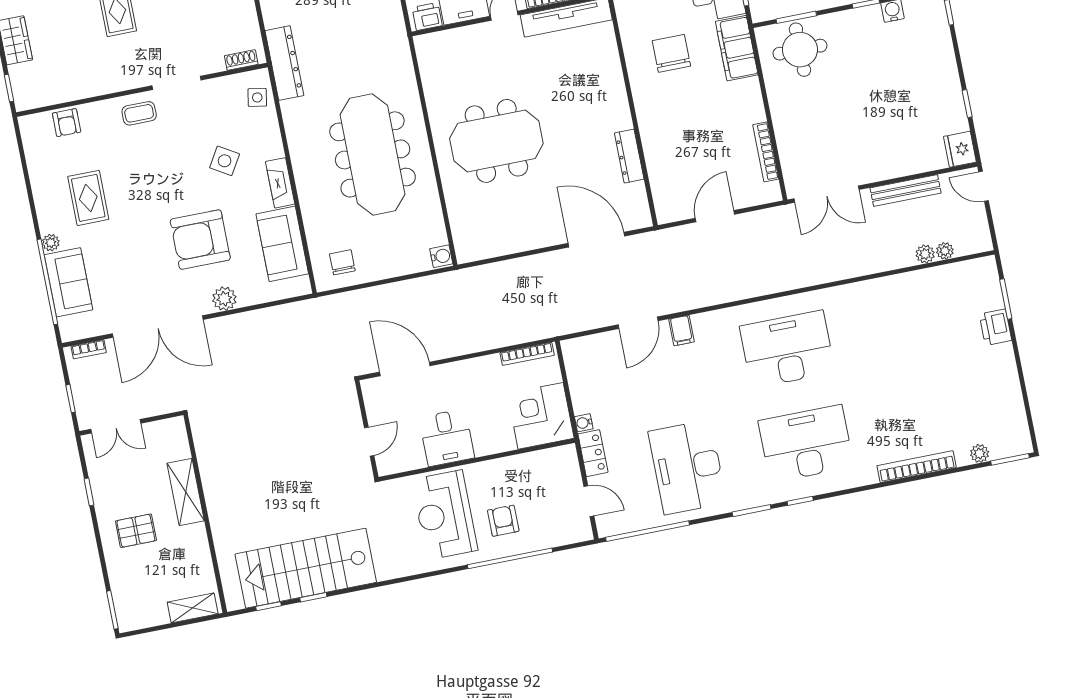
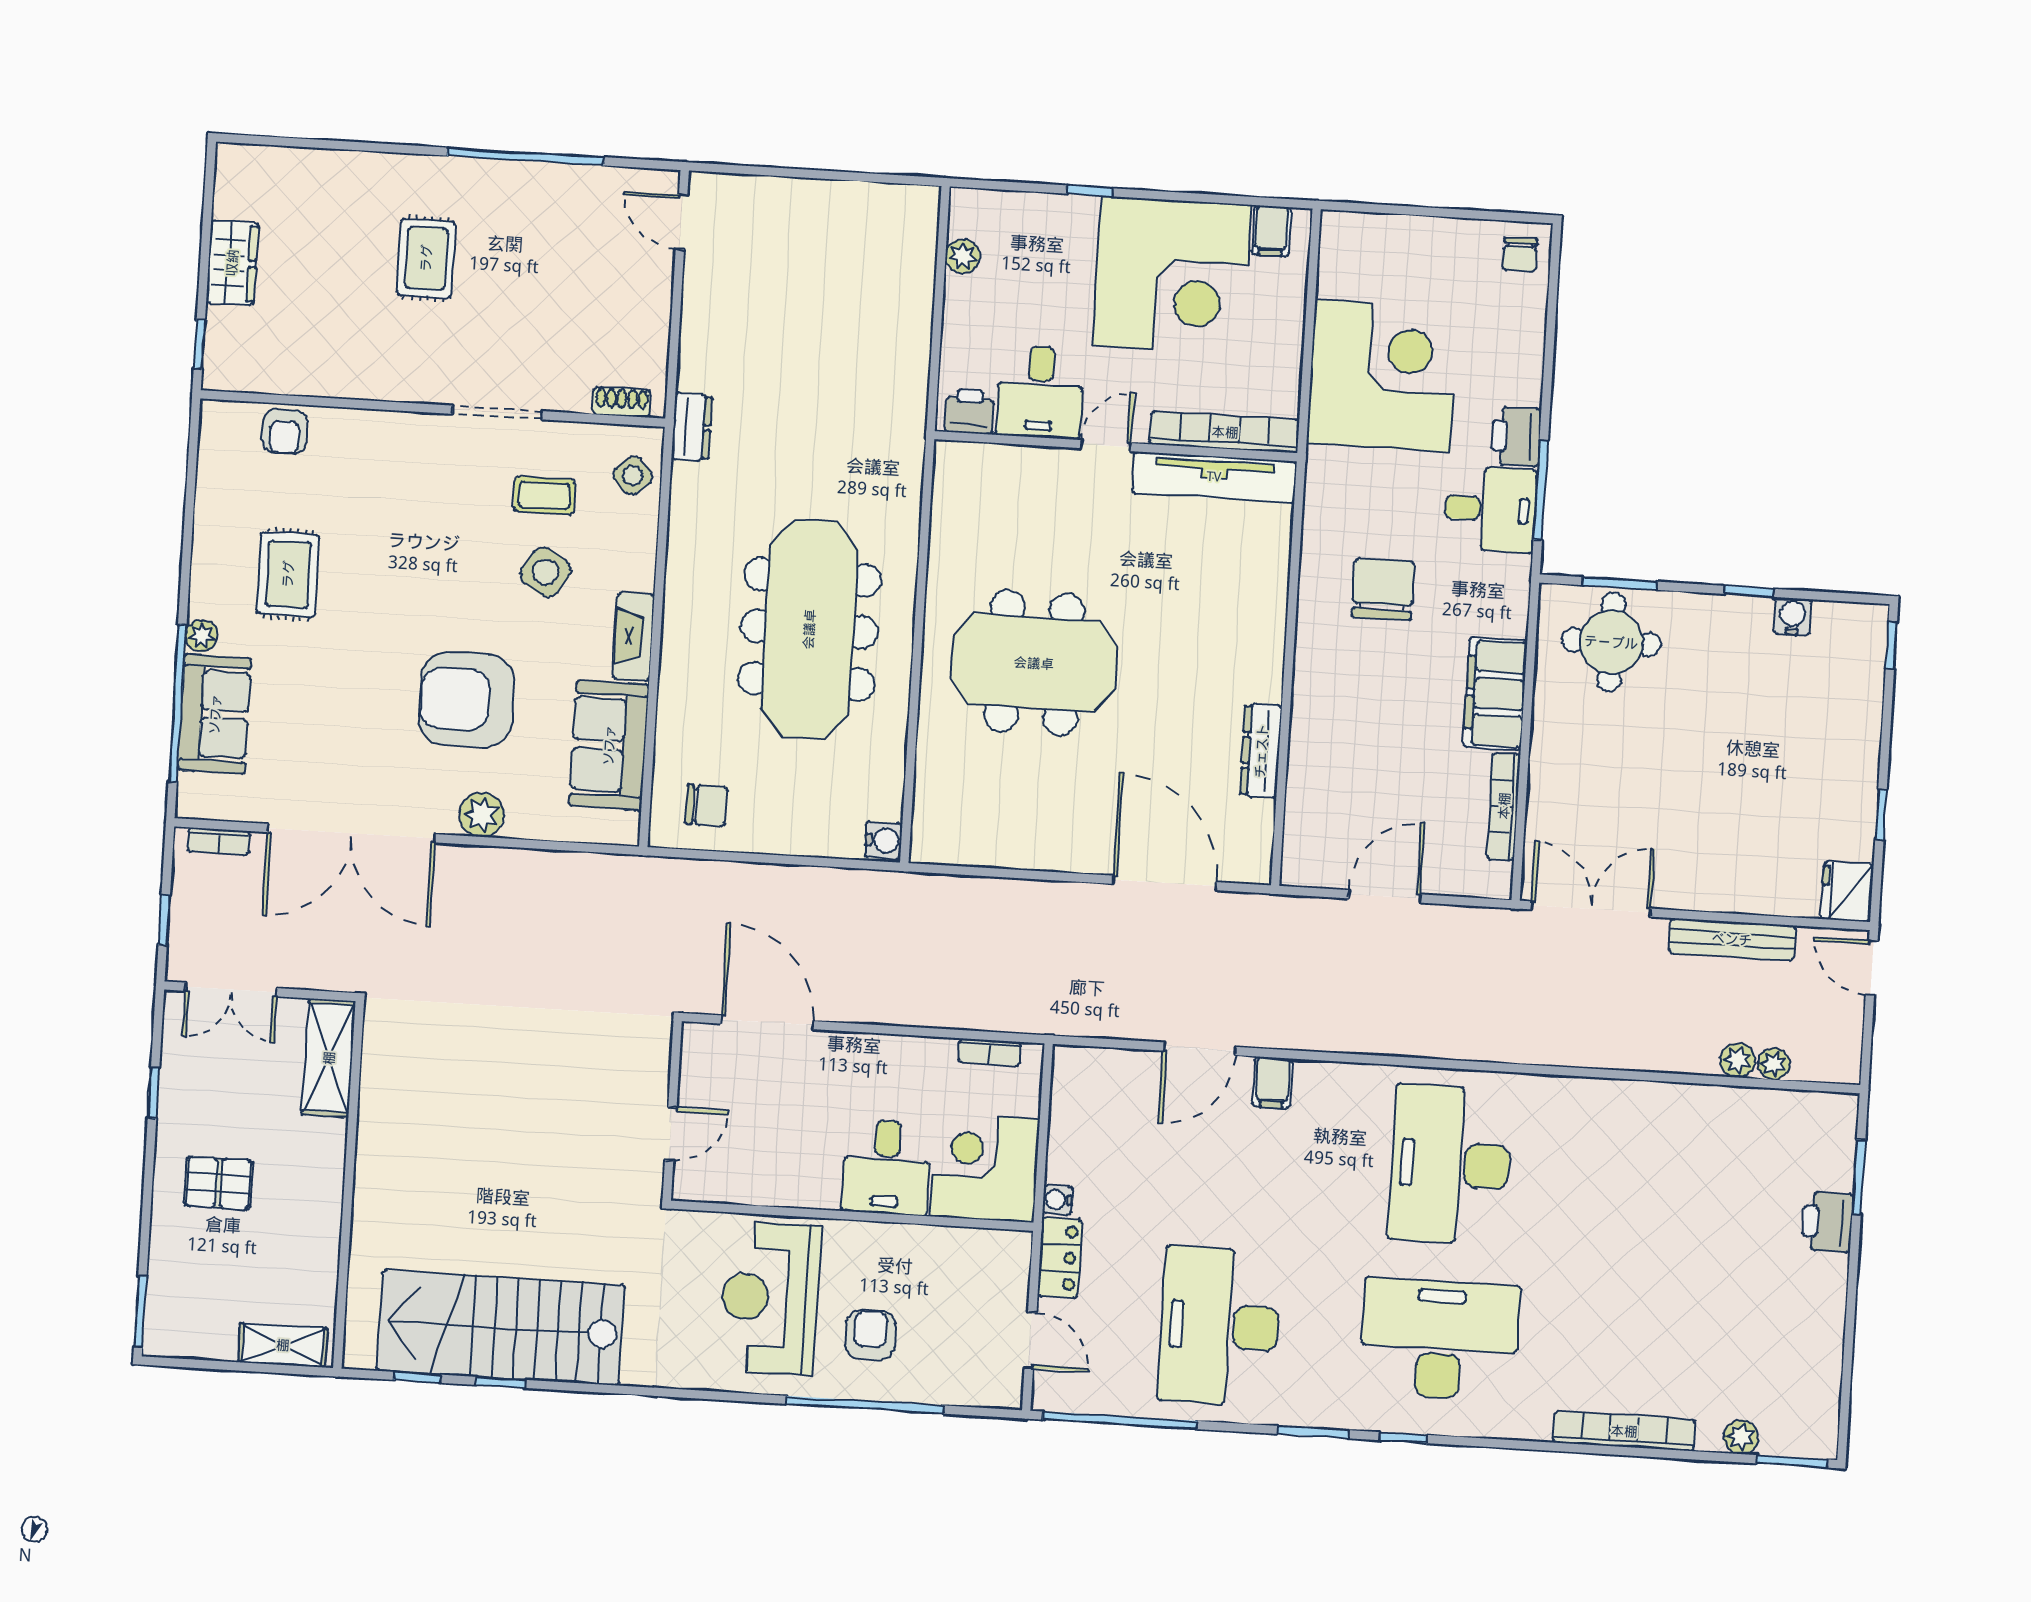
filing cabinet: (737, 48) -> (1495, 694), moved
dresser: (284, 63) -> (692, 427), width x0.51, depth x0.80
side table: (257, 97) -> (633, 475), turned 38
coffee table: (139, 113) -> (544, 496), moved
double door: (826, 194) -> (1591, 909), swing flipped
chair: (342, 262) -> (706, 805), turned 90
desk: (787, 349) -> (1450, 1164), turned -90
bookcase: (527, 354) -> (990, 1052), width x0.64
desk: (447, 438) -> (886, 1167), moved
shelving: (186, 492) -> (329, 1058), moved

